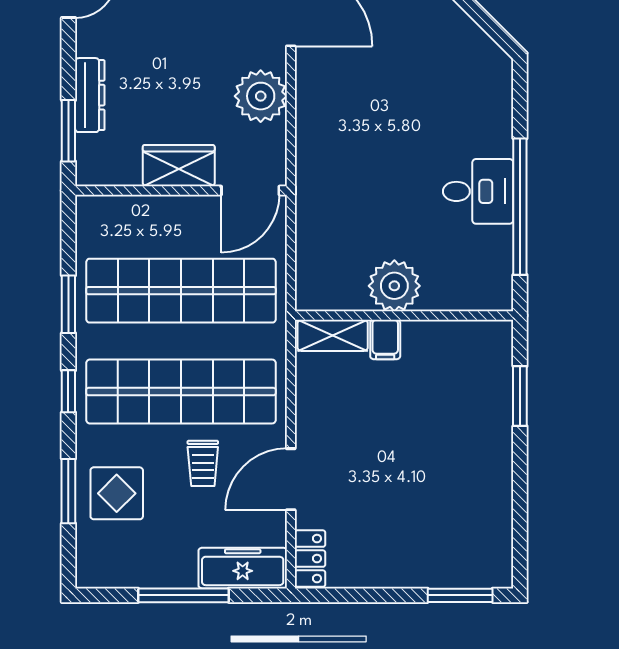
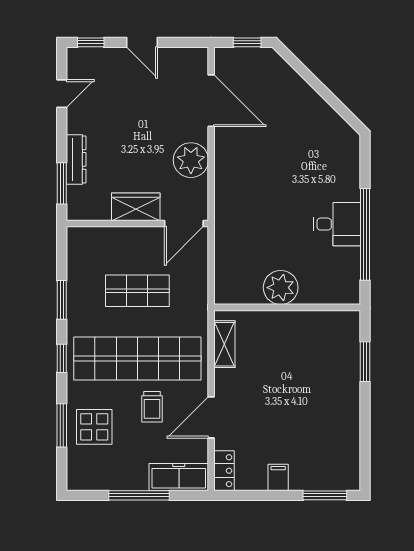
shop shelf: (181, 291) -> (137, 291), width x0.50, depth x0.74
shelving: (333, 335) -> (224, 344), moved, turned 90
filing cabinet: (385, 339) -> (278, 477), moved, turned 180

